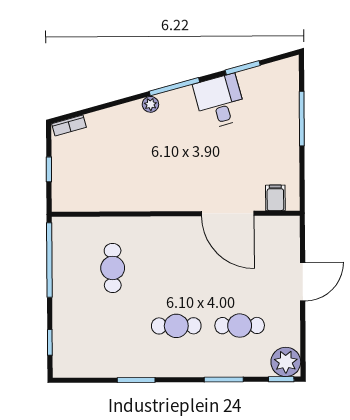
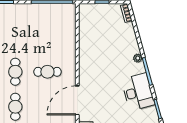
desk: (220, 101) -> (138, 92), width x1.37
cafe table: (113, 268) -> (47, 72), moved

